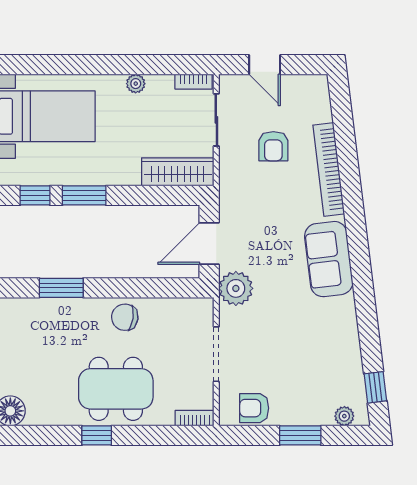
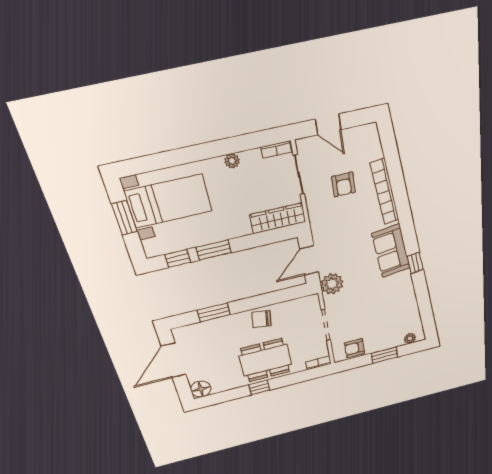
window: (375, 387) -> (415, 263), moved

